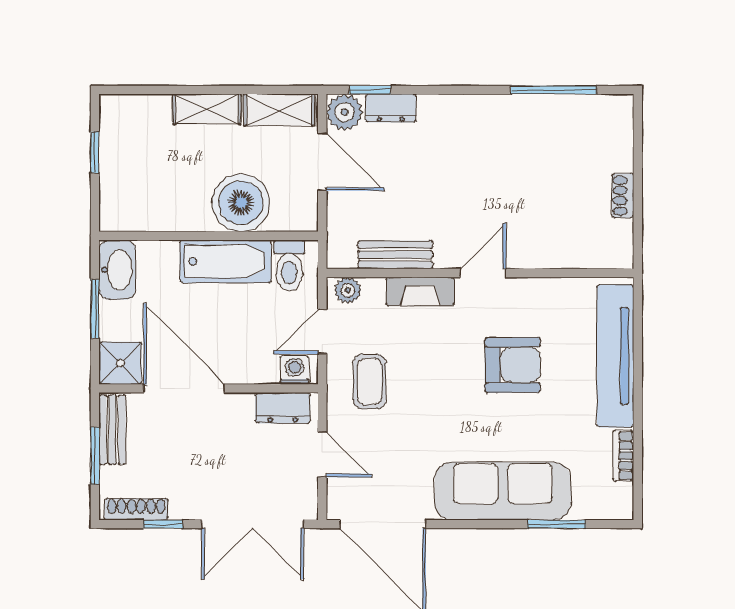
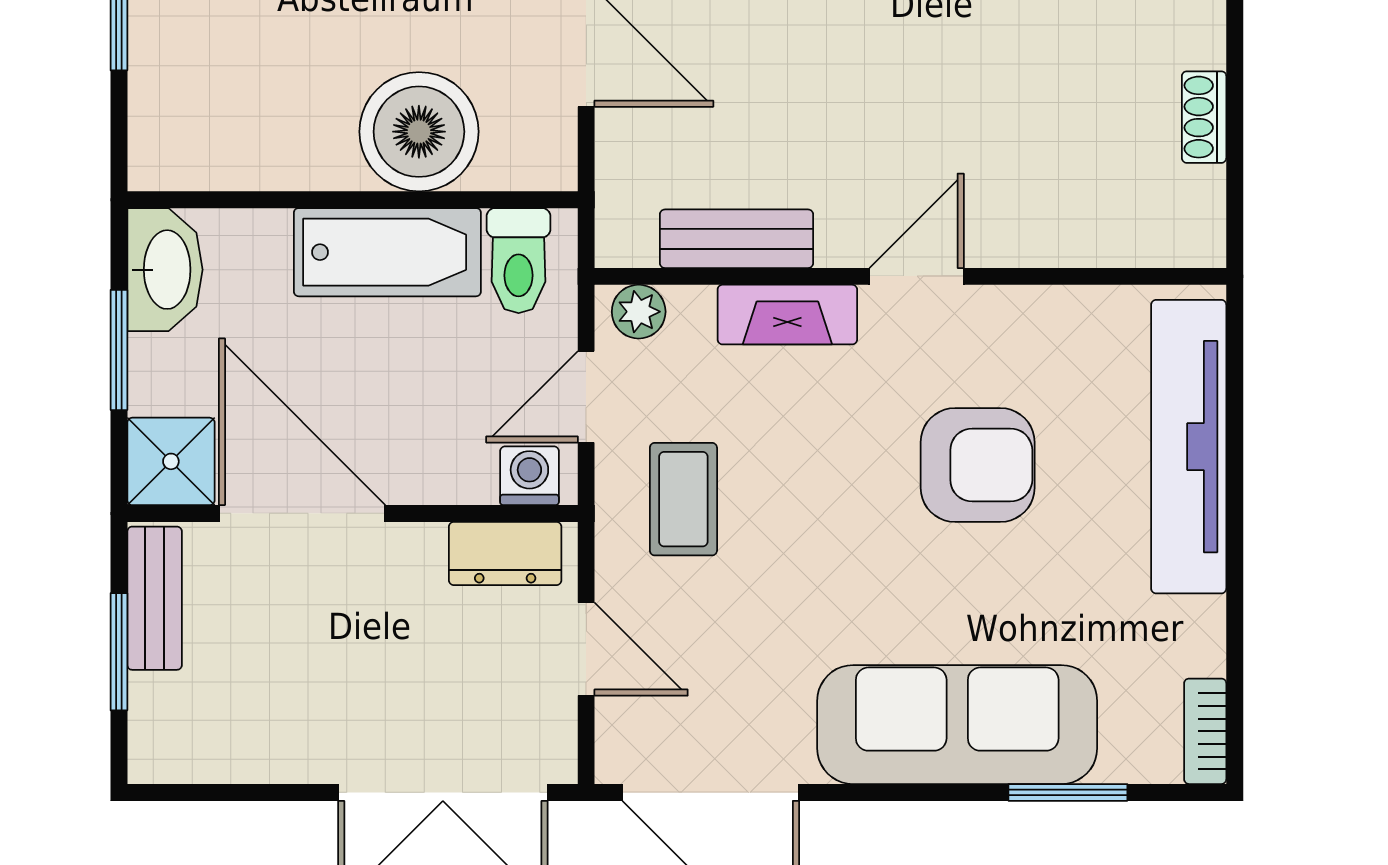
bookcase: (623, 456) -> (1205, 731), moved
shoe rack: (136, 509) -> (204, 762), removed
window: (163, 524) -> (259, 792), removed

